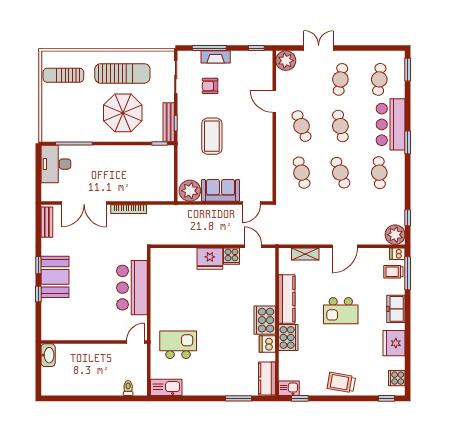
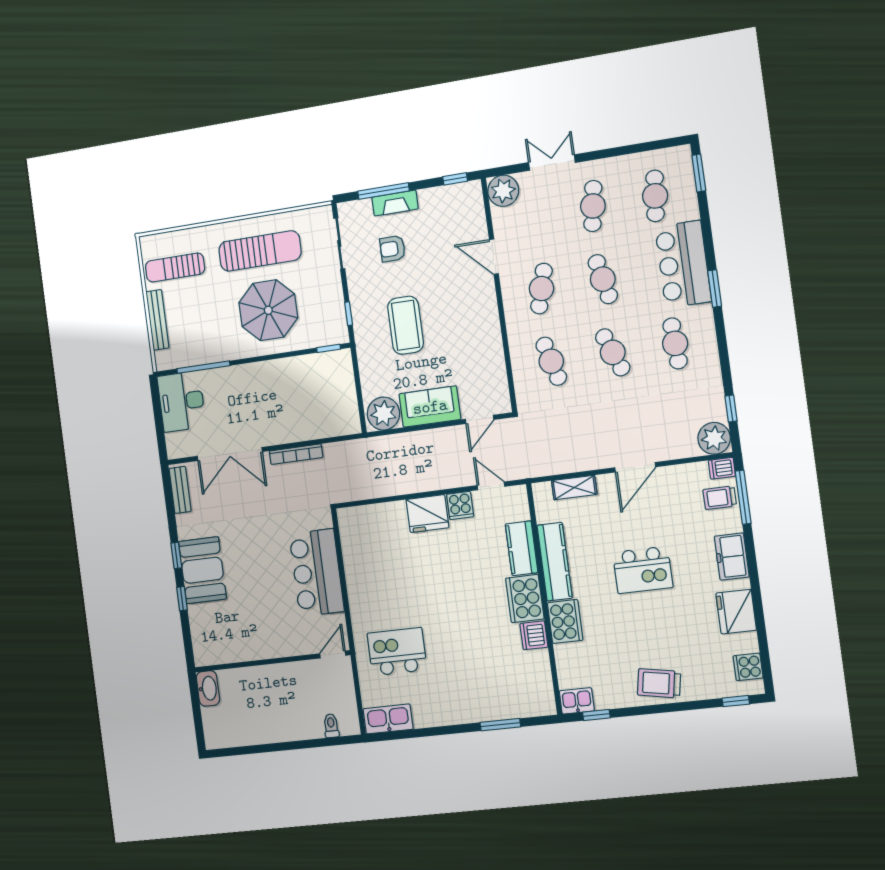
bench: (169, 122) -> (157, 320), moved
cafe table: (302, 126) -> (541, 289), turned 36
kitchen counter: (267, 378) -> (522, 548), moved

